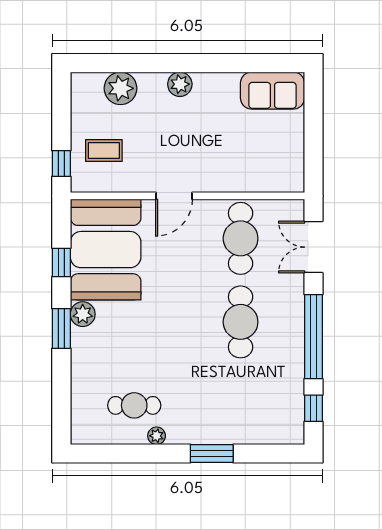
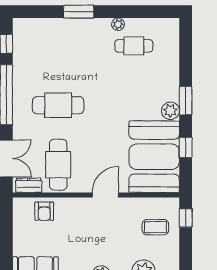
armchair: (260, 173) -> (44, 211), added
dresser: (282, 209) -> (29, 185), added
cafe table: (241, 322) -> (58, 105), turned 90

